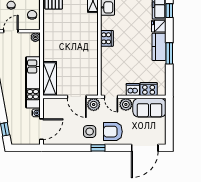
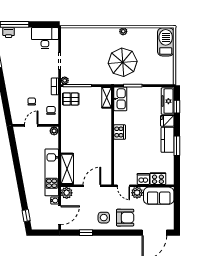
door: (77, 97) -> (92, 186), swing flipped
plant: (94, 105) -> (67, 193), moved
armchair: (113, 132) -> (125, 218), turned 180
window: (98, 148) -> (86, 233), moved

